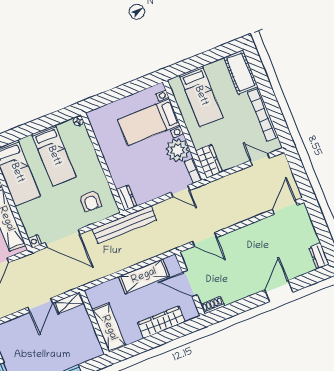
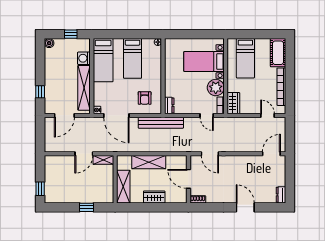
shelving: (144, 276) -> (149, 162), moved
door: (279, 291) -> (245, 207), hinge flipped
wardrobe: (161, 322) -> (154, 197), width x0.67

